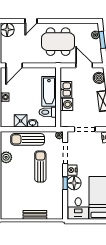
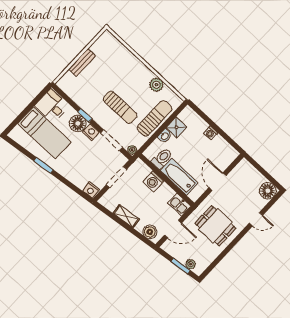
door: (31, 21) -> (256, 219), swing flipped
dining table: (58, 42) -> (215, 226), width x0.73
door: (14, 65) -> (217, 182), moved
kitchen sink: (66, 89) -> (179, 205), moved

